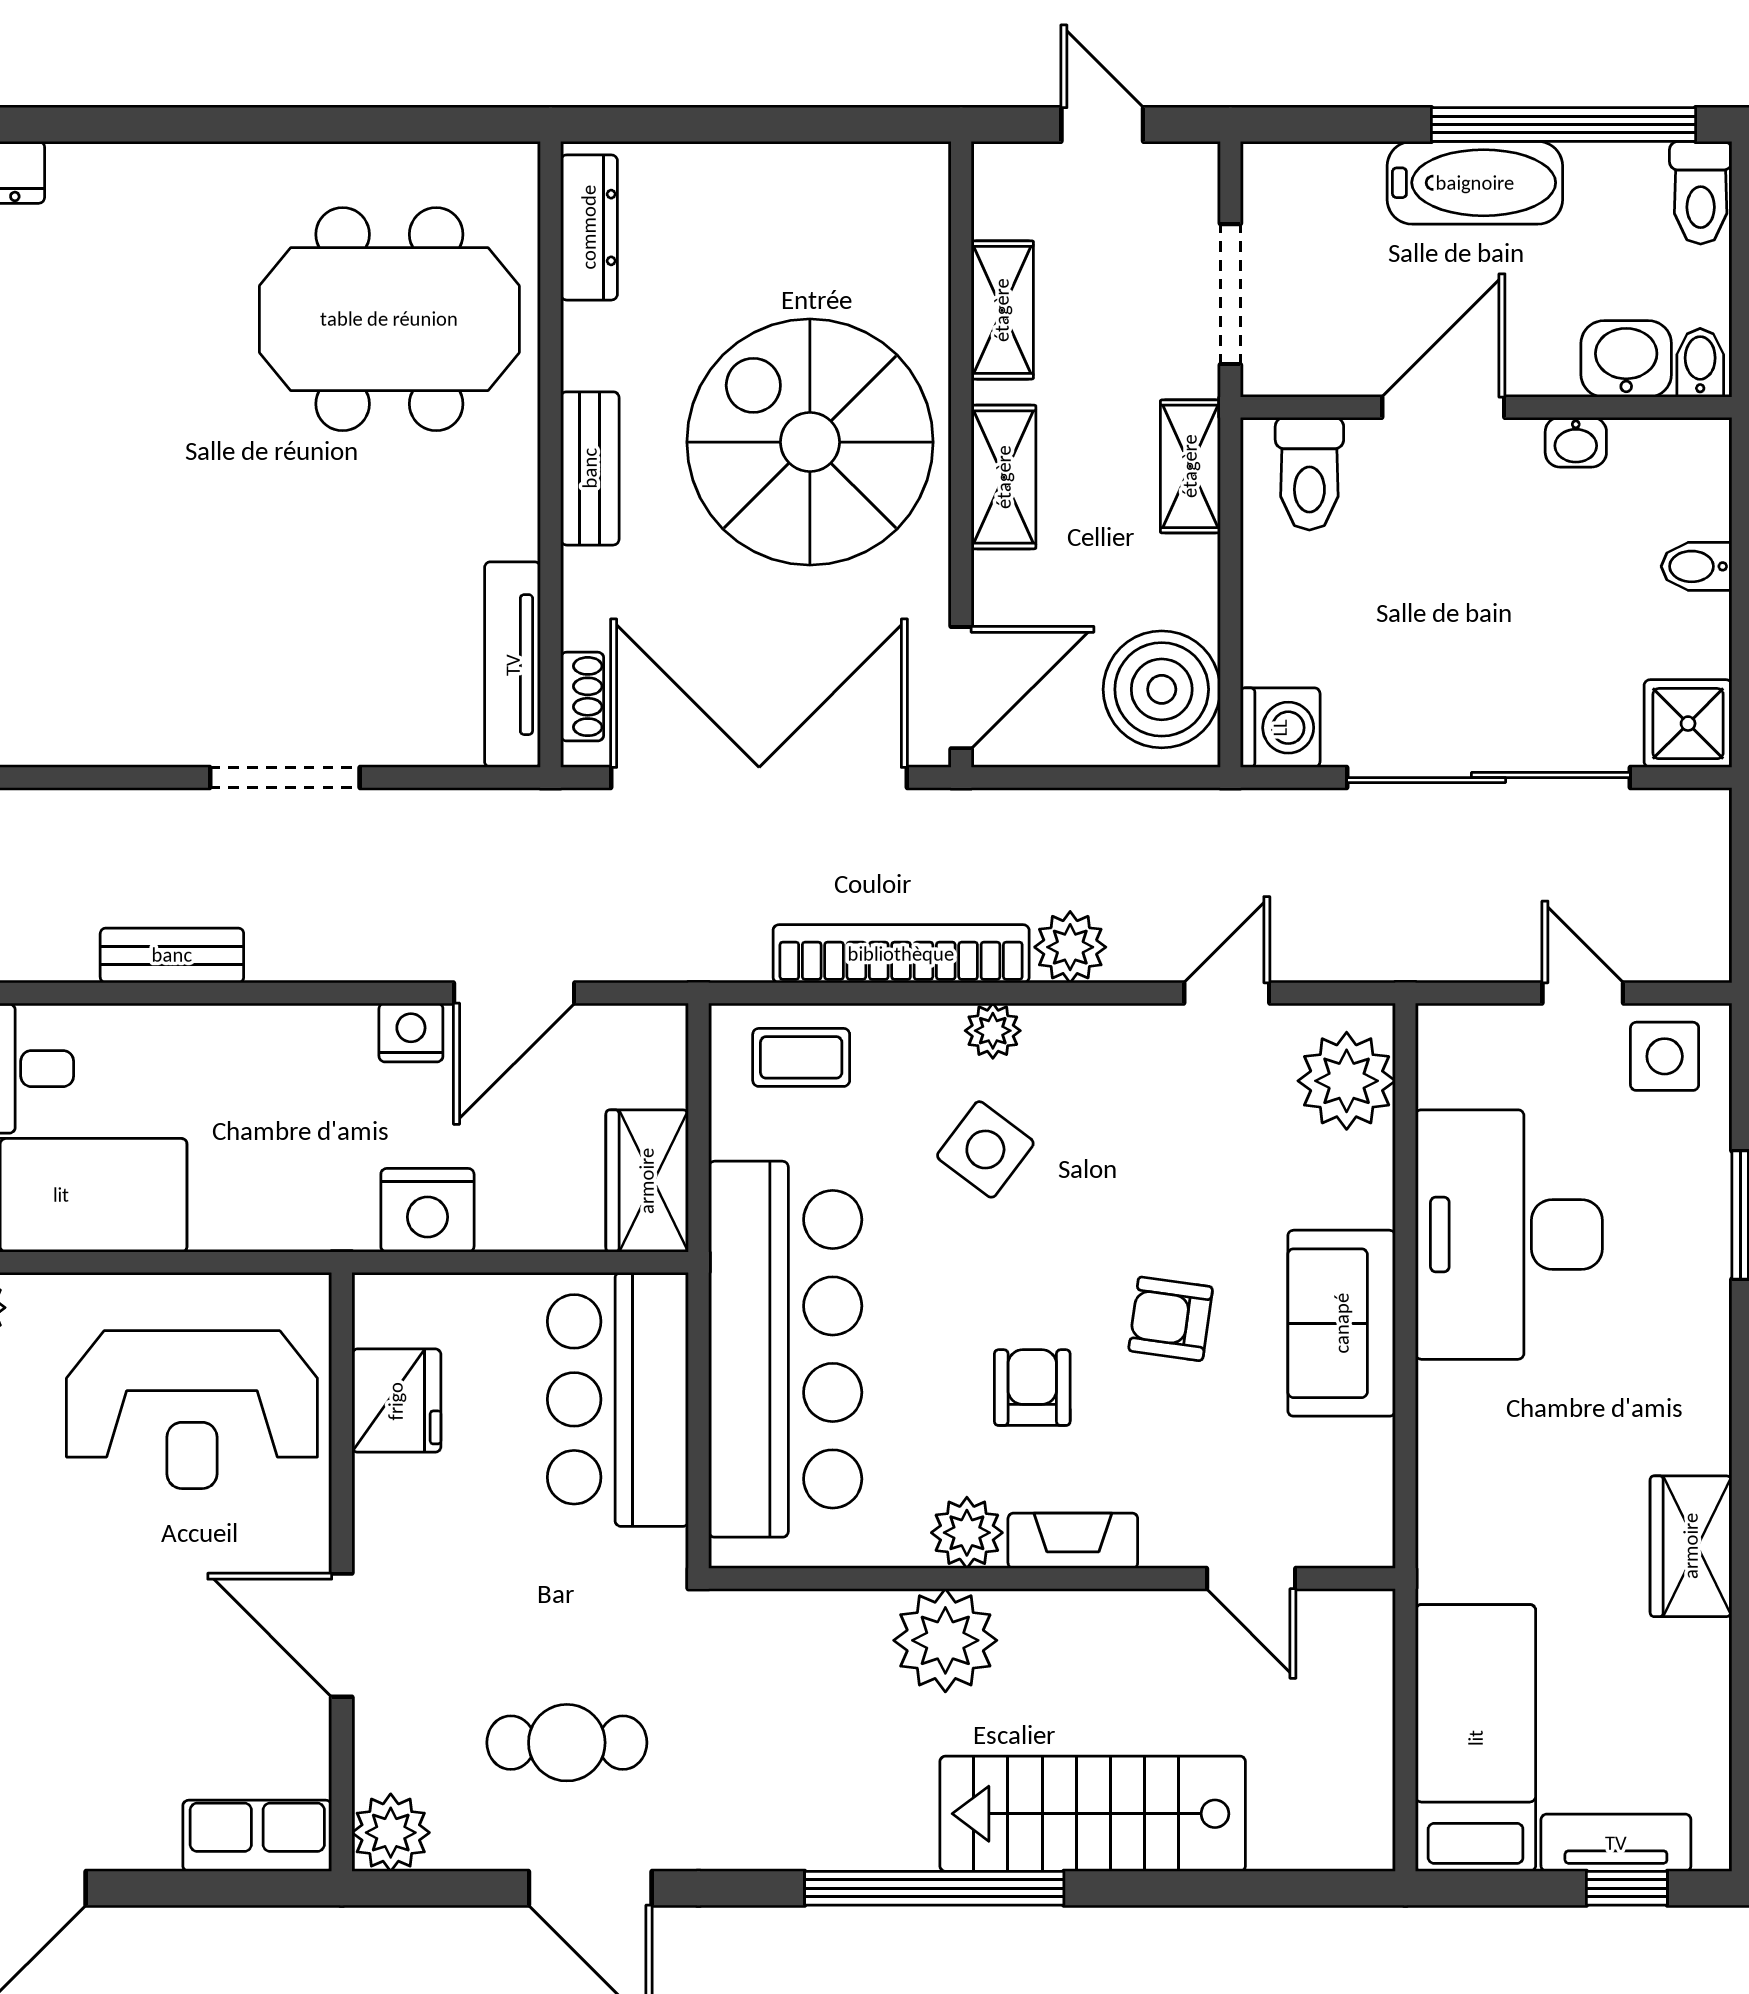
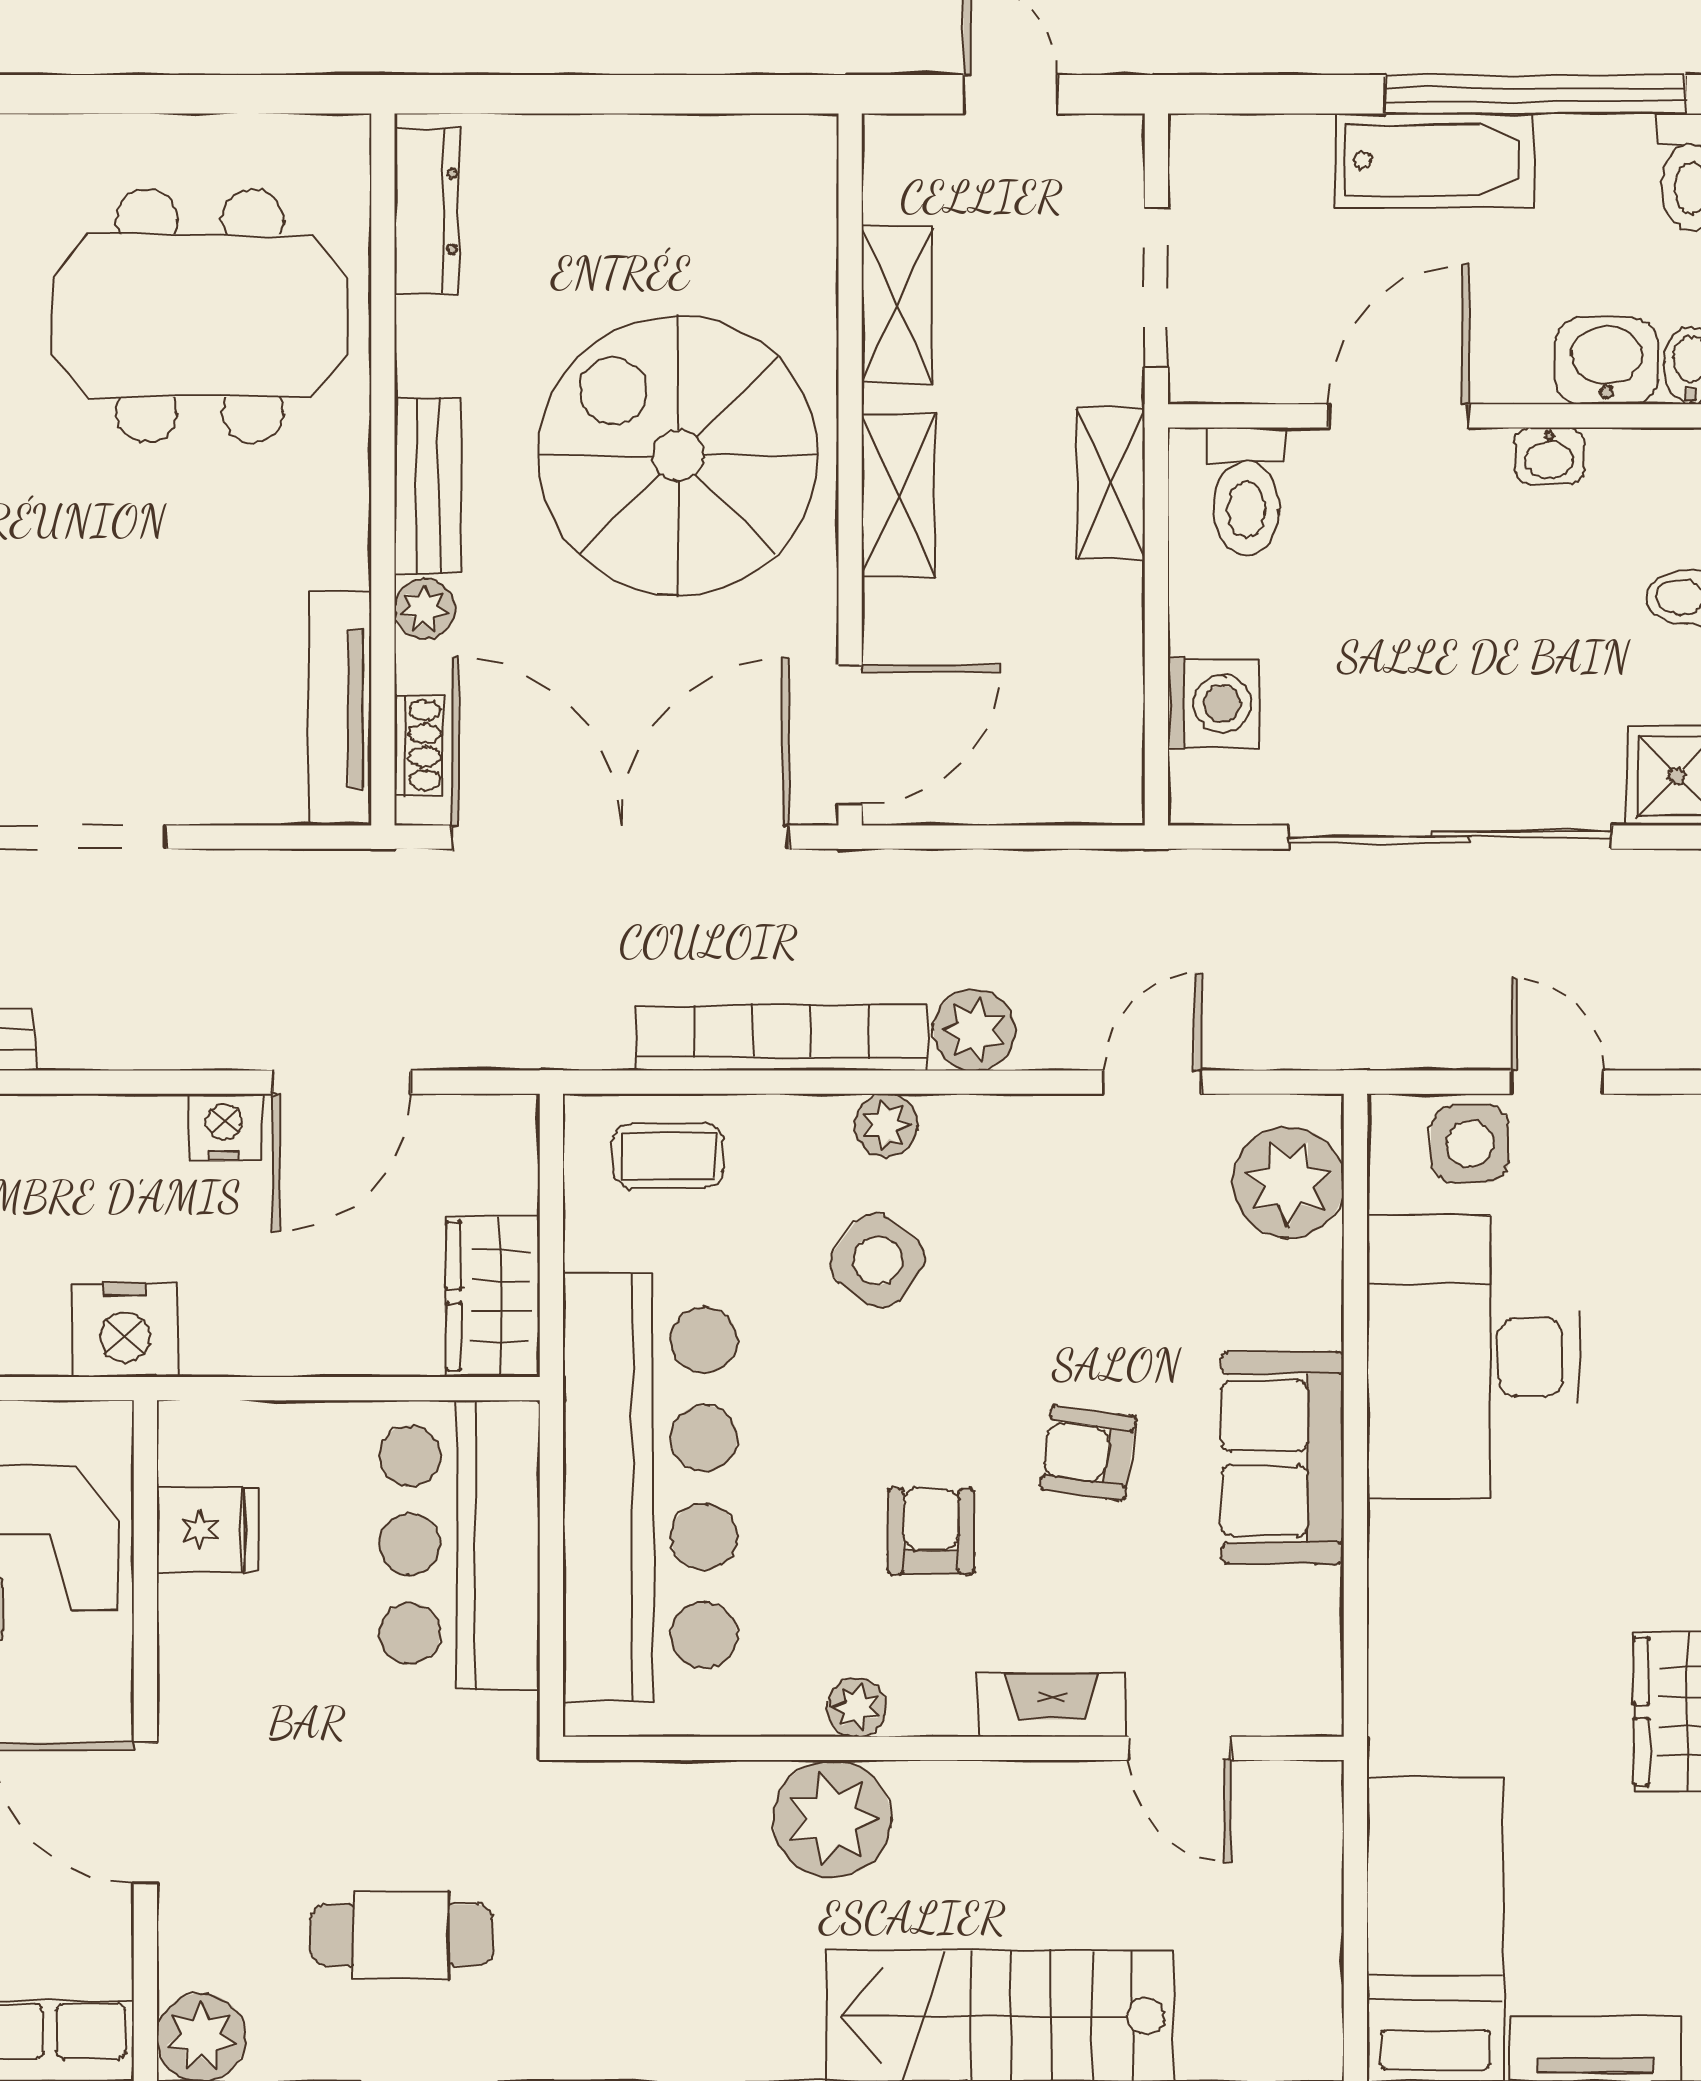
plant: (587, 577) -> (425, 609), added
boiler: (1162, 689) -> (1078, 737), removed
washing machine: (1280, 728) -> (1213, 703), moved
side table: (1665, 1056) -> (1470, 1144), moved
nightstand: (427, 1210) -> (125, 1329), moved
fridge: (396, 1401) -> (208, 1530), width x0.72
plant: (967, 1533) -> (857, 1707), width x0.73, depth x0.73
fireplace: (1073, 1541) -> (1052, 1705), moved

